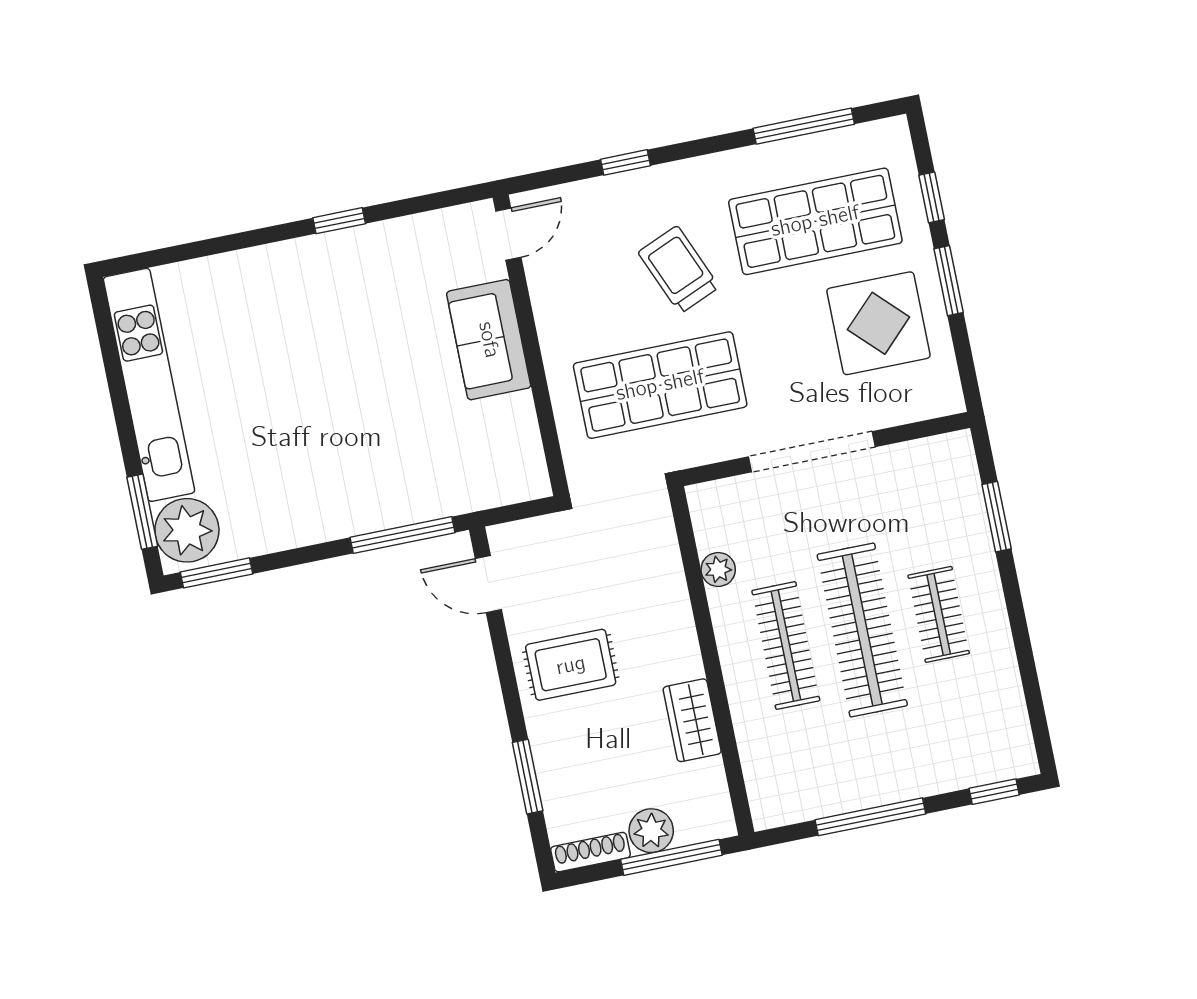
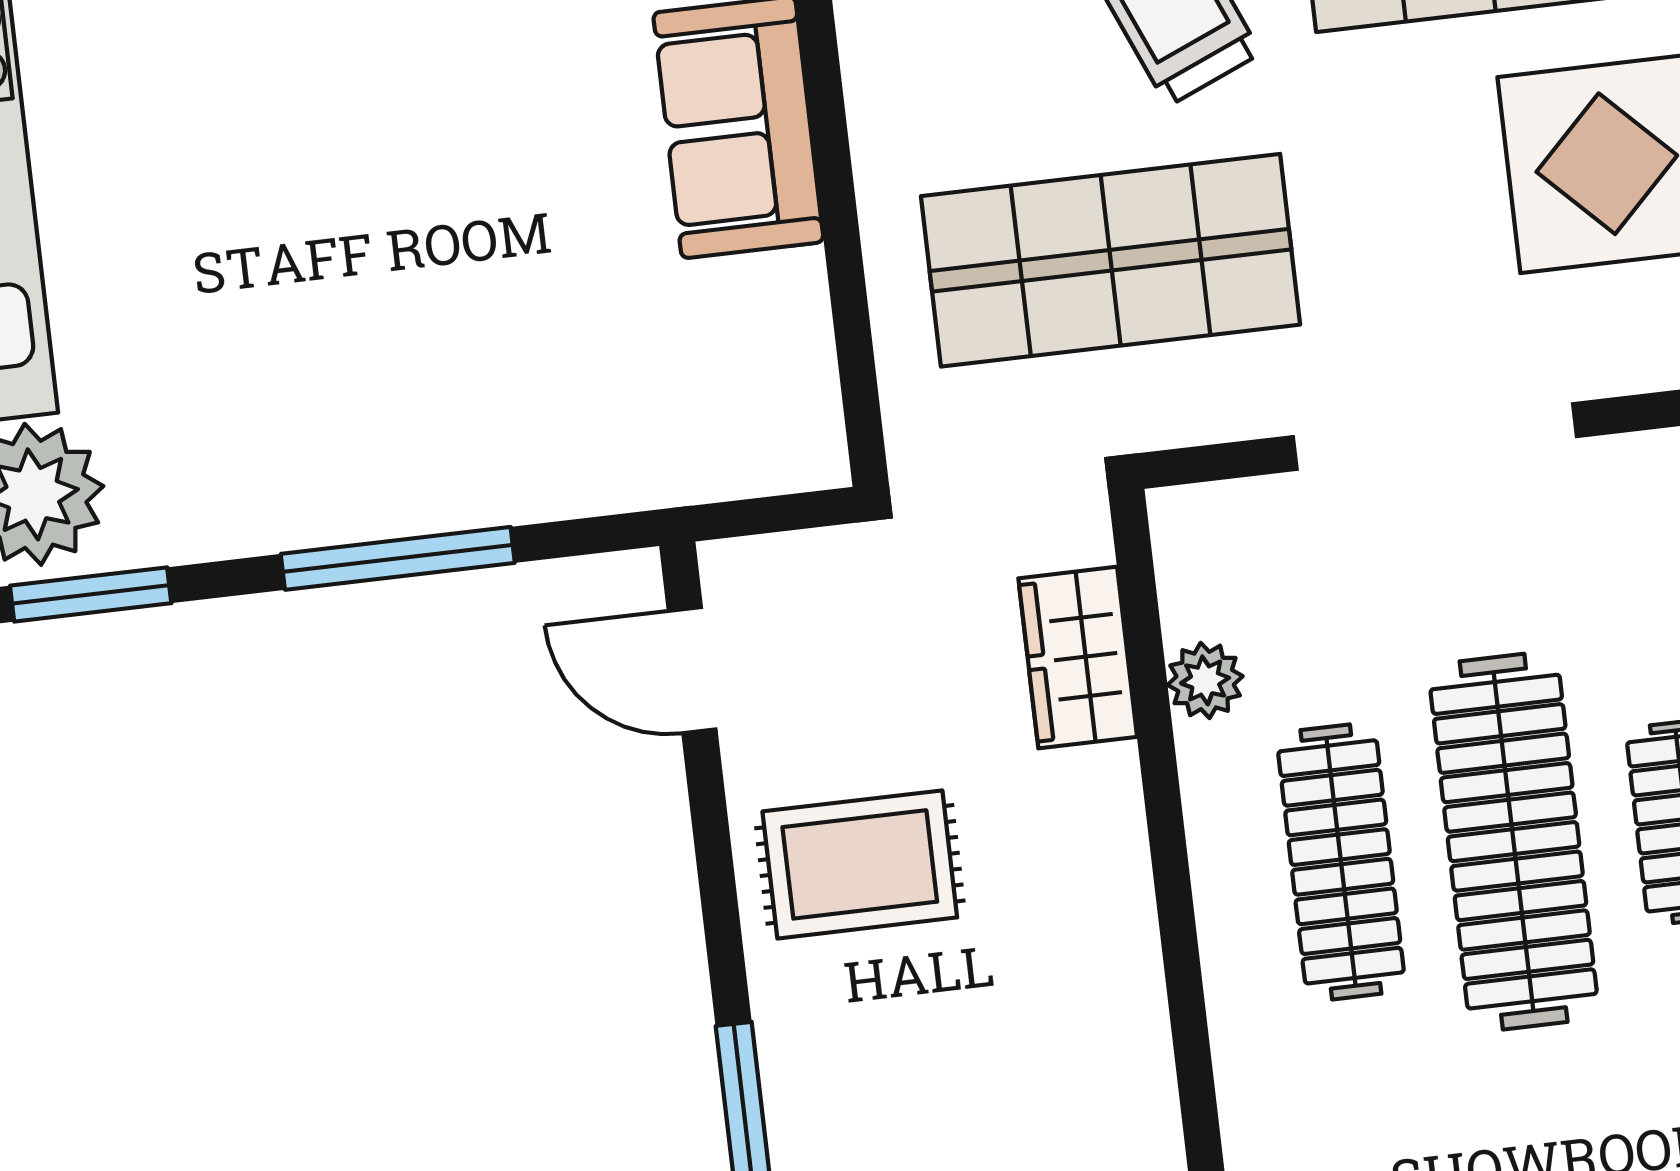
window: (403, 535) -> (398, 558), moved
wardrobe: (692, 720) -> (1078, 658), moved

